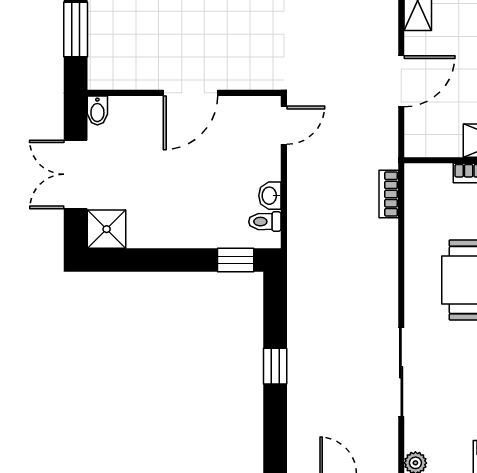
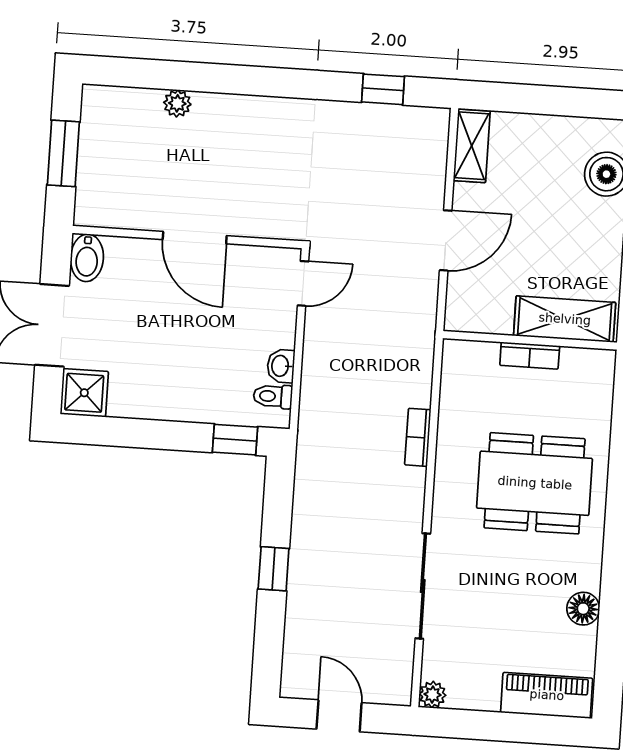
door: (190, 93) -> (195, 238), hinge flipped
bidet: (97, 110) -> (87, 258), width x1.38, depth x1.36
bookcase: (389, 194) -> (418, 437), moved

